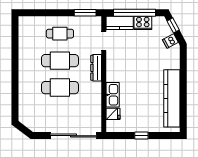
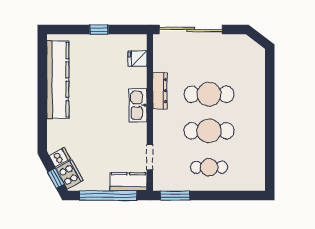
cooker: (143, 23) -> (70, 174), moved, turned 62
dresser: (96, 68) -> (160, 91), moved
kitchen sink: (113, 95) -> (138, 105), moved

